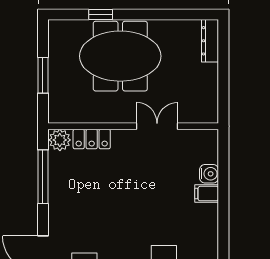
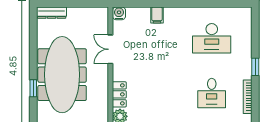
meeting table: (120, 56) -> (62, 75), width x1.36
water cooler: (209, 174) -> (119, 13), moved

